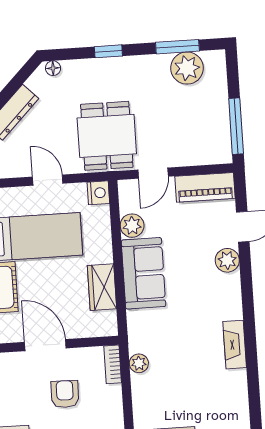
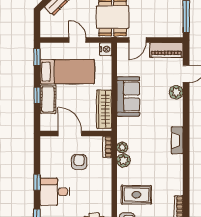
plant: (132, 226) -> (124, 160), moved
wardrobe: (102, 287) -> (104, 109), width x1.50

